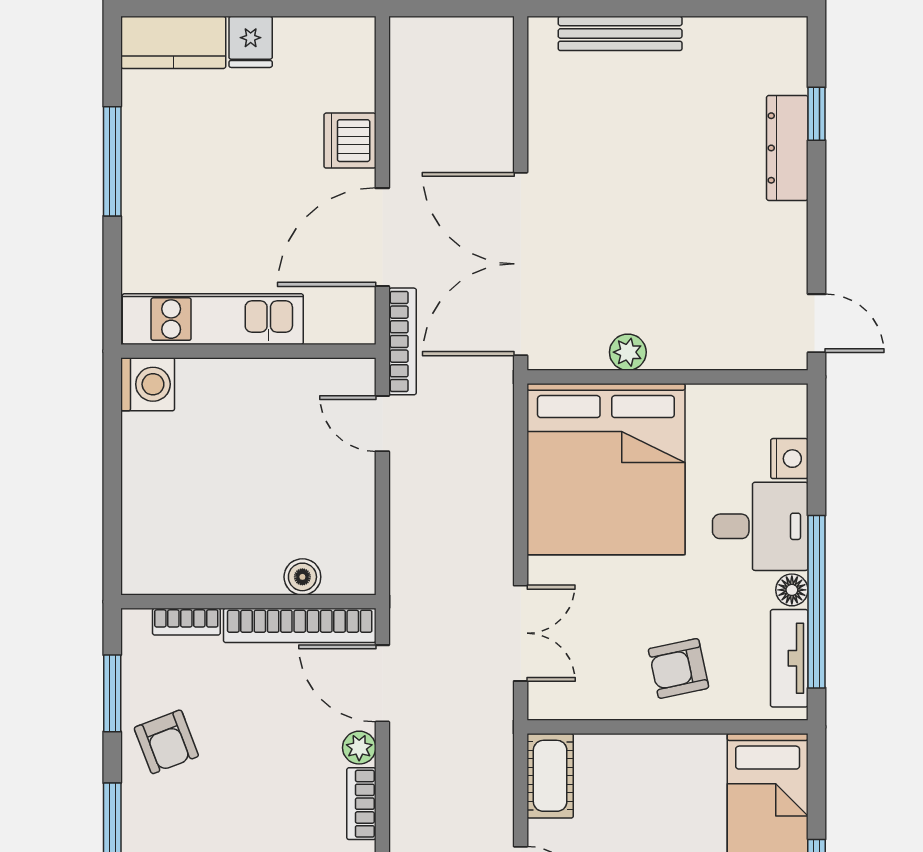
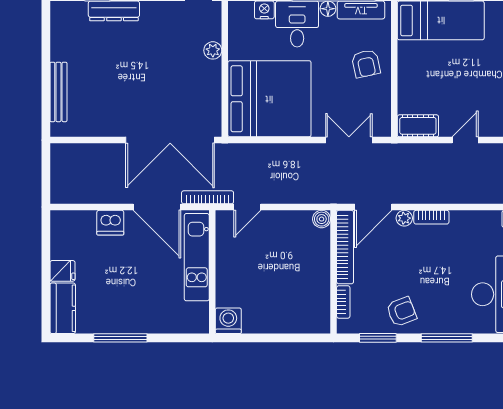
kitchen unit: (213, 319) -> (197, 257), moved
plant: (628, 352) -> (213, 50), moved
boiler: (302, 577) -> (322, 219), moved

